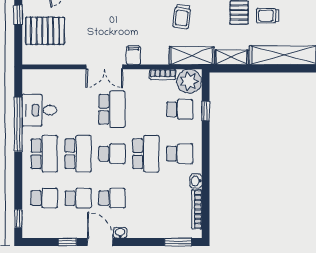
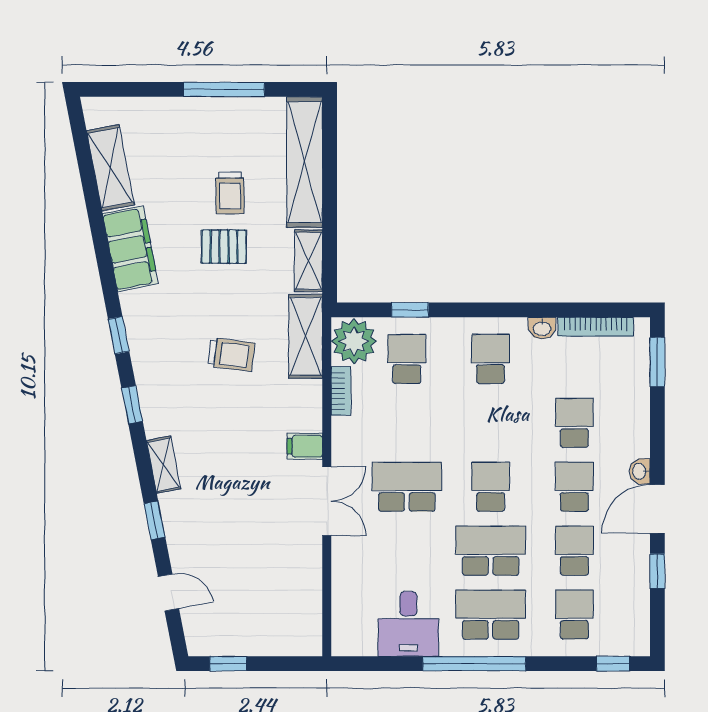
pallet: (45, 31) -> (259, 613), removed
window: (18, 124) -> (474, 664), moved
school desk: (146, 154) -> (574, 423), moved, width x0.54

